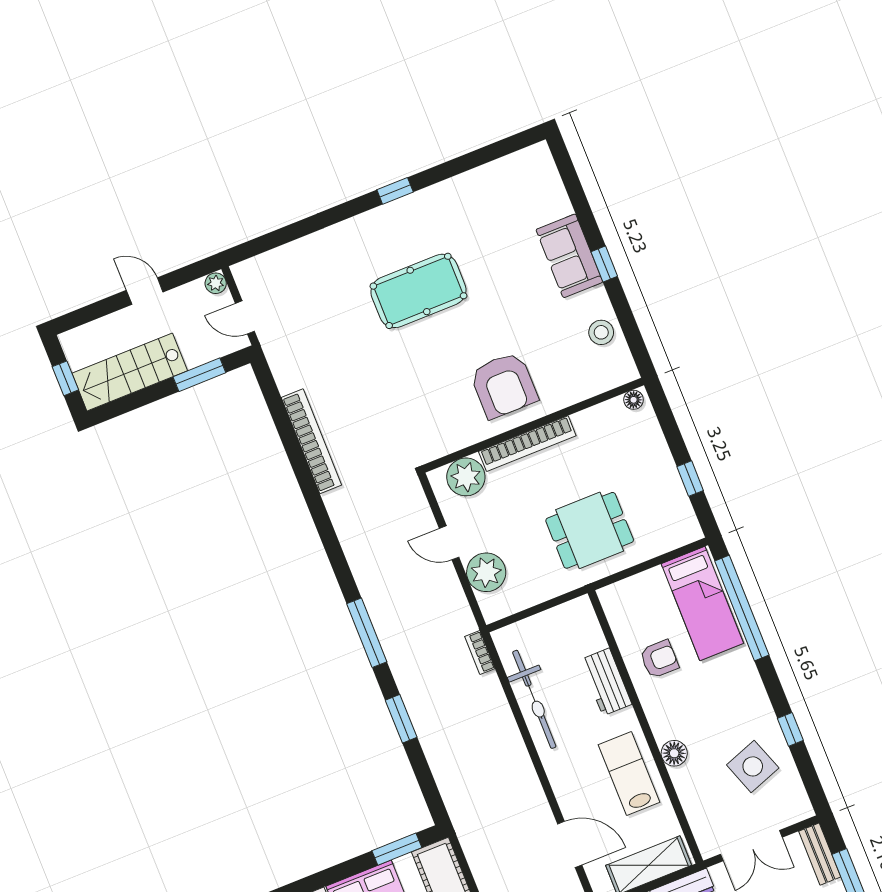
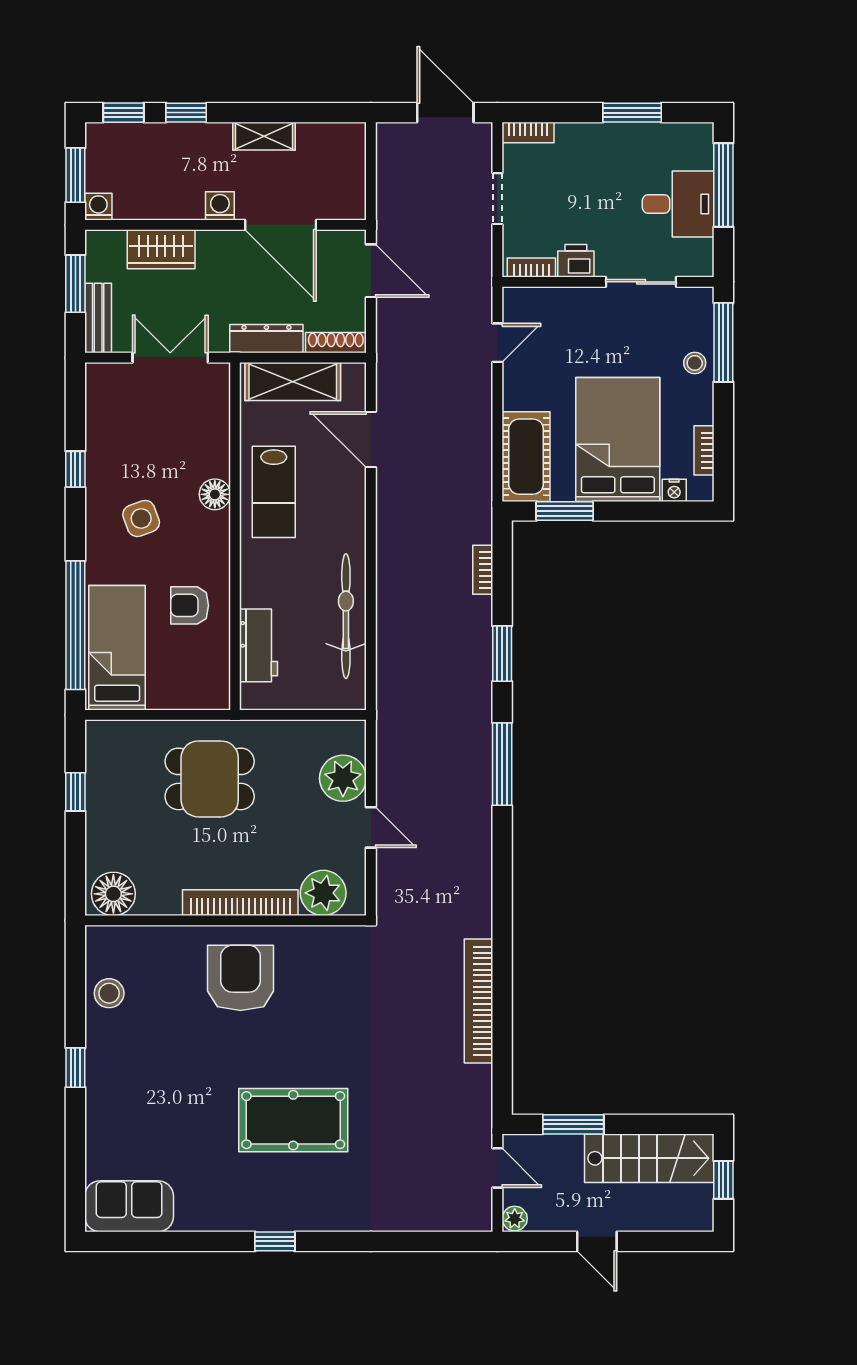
sofa: (569, 256) -> (129, 1206), moved, turned -90
floor lamp: (634, 400) -> (113, 894), width x1.89, depth x1.89
bookcase: (480, 653) -> (483, 570), moved, turned 180
workbench: (606, 682) -> (259, 645), moved
side table: (753, 766) -> (141, 518), moved, width x0.73, depth x0.73

